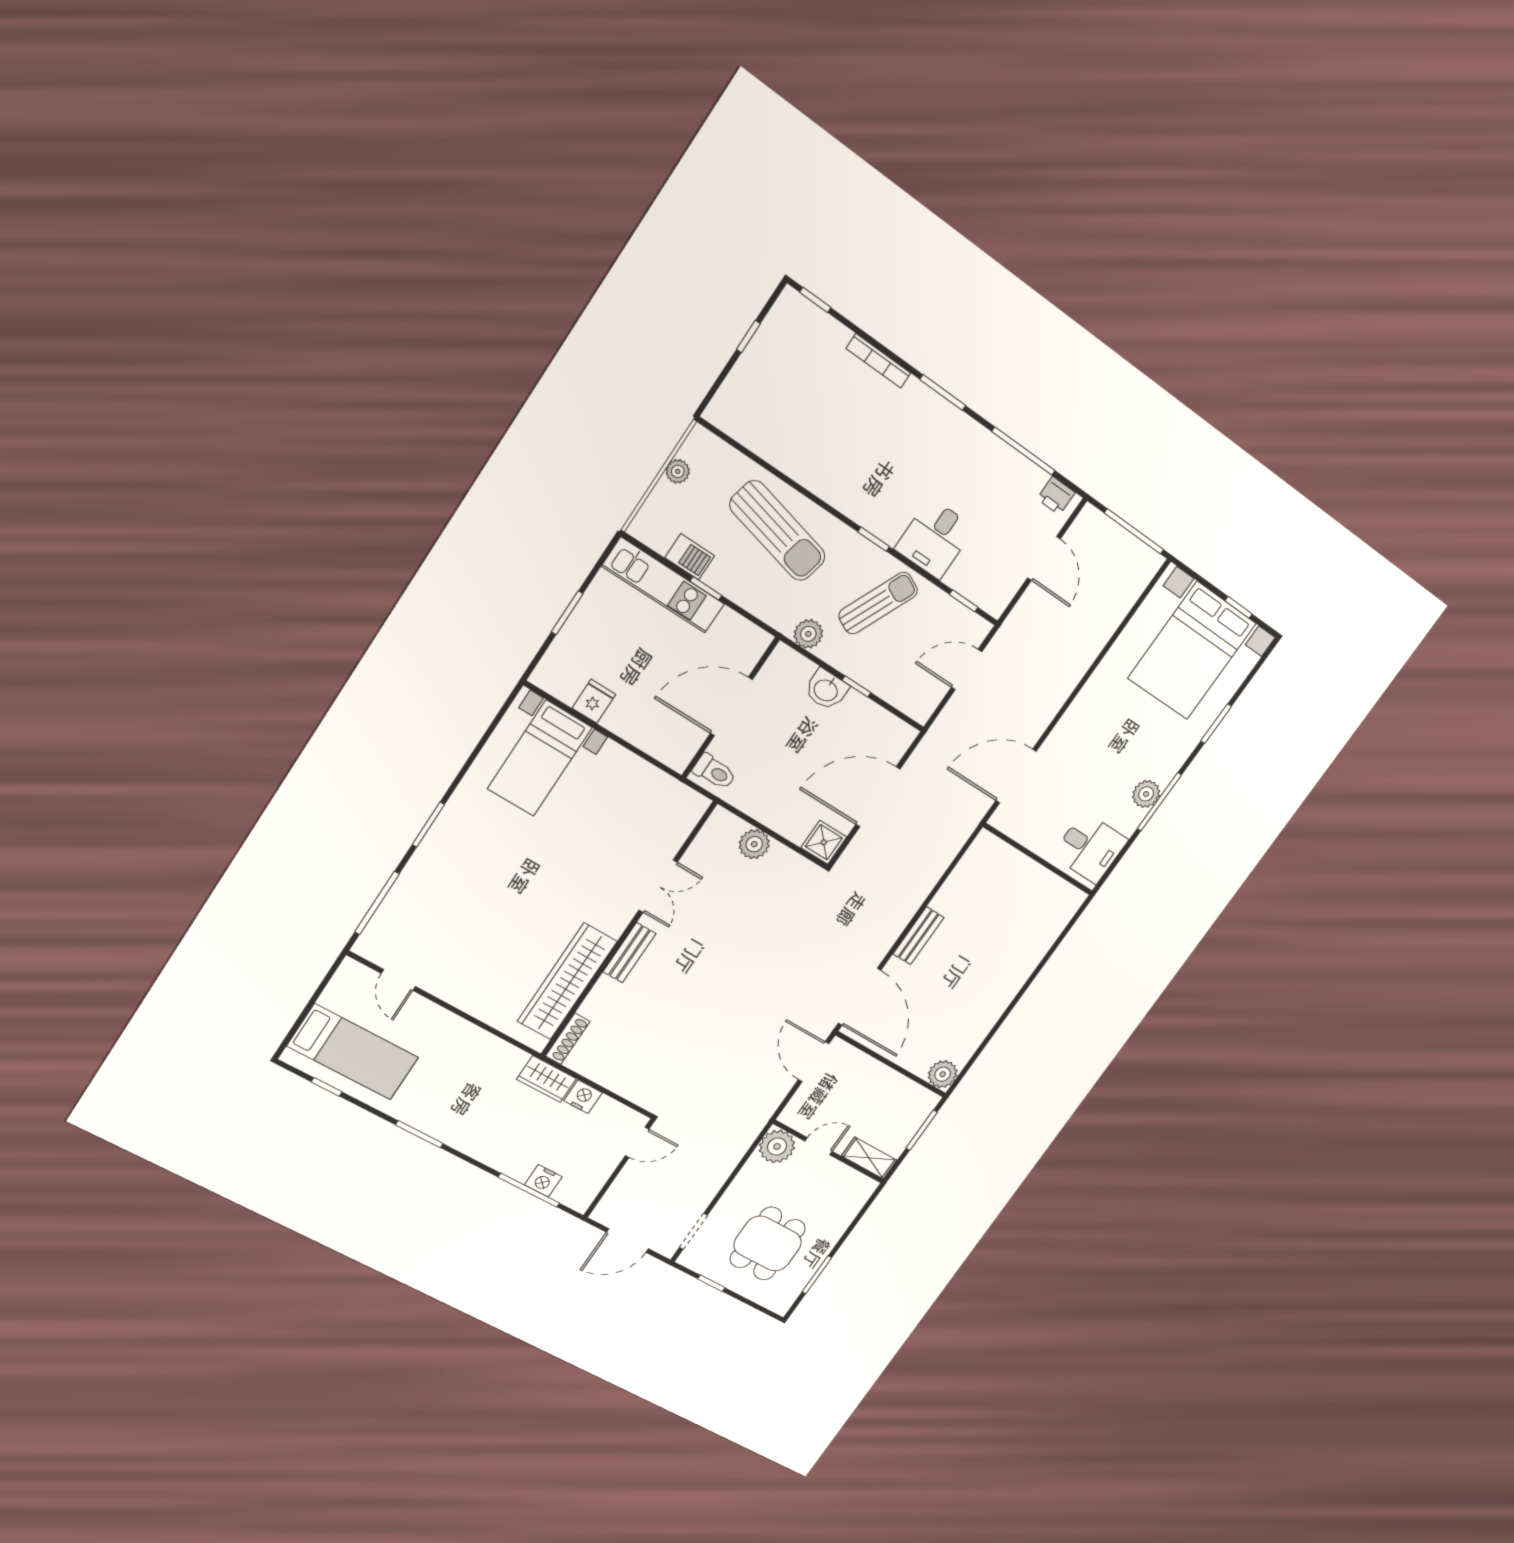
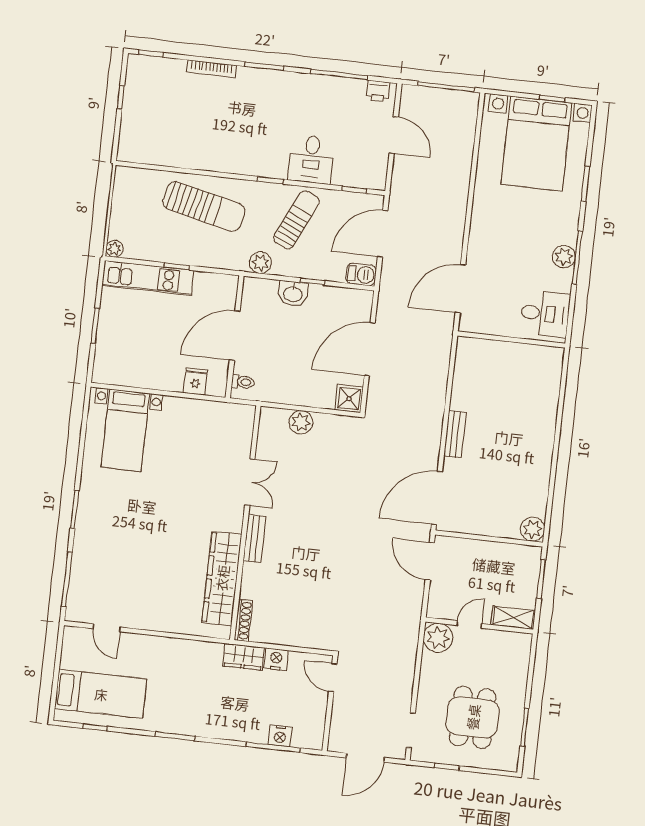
plant: (678, 471) -> (114, 249), moved
barbecue: (690, 557) -> (361, 274), moved
door: (967, 670) -> (383, 234), width x1.36
fridge: (594, 701) -> (195, 381), moved
toilet: (714, 772) -> (243, 382), width x0.73, depth x0.72
door: (860, 997) -> (437, 498), swing flipped
door: (637, 1142) -> (333, 678), swing flipped

